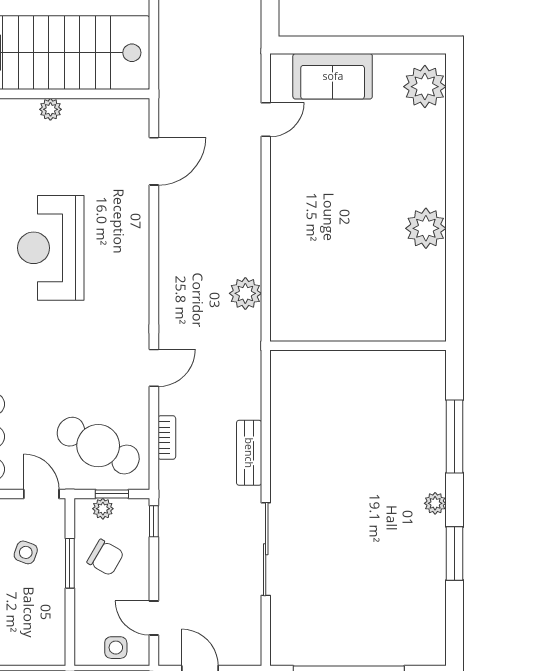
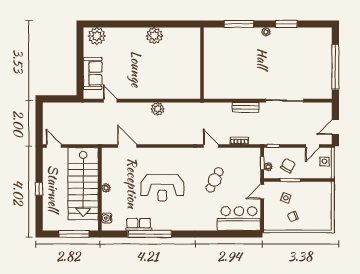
plant: (245, 293) -> (158, 109), moved
cafe table: (98, 446) -> (215, 180), moved, width x0.73, depth x0.74

